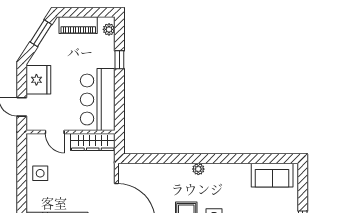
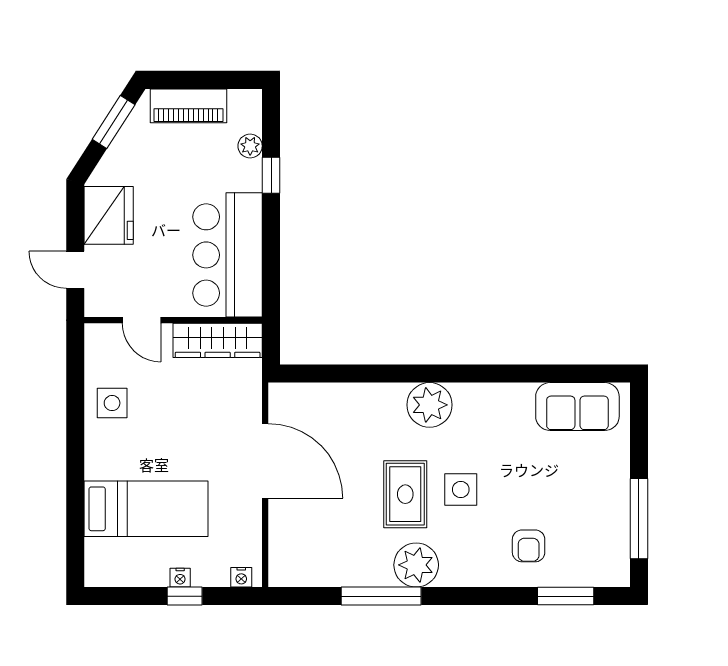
plant: (109, 29) -> (250, 146), moved
plant: (198, 169) -> (429, 405), width x1.87, depth x1.87

